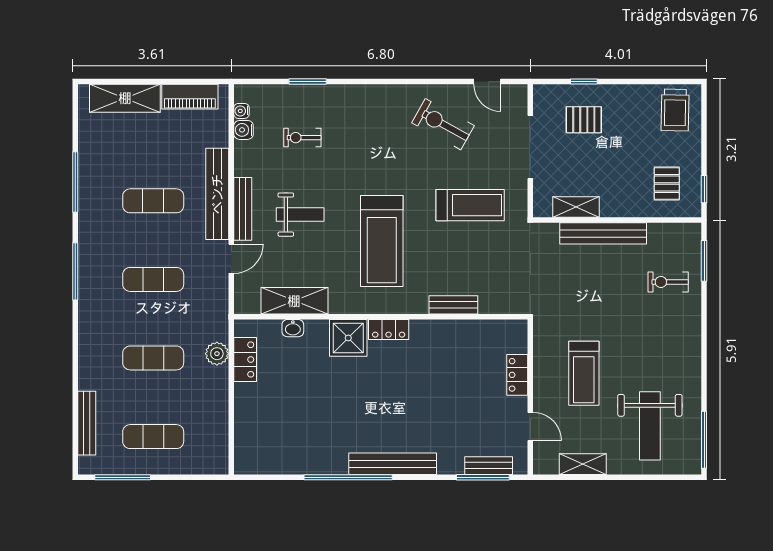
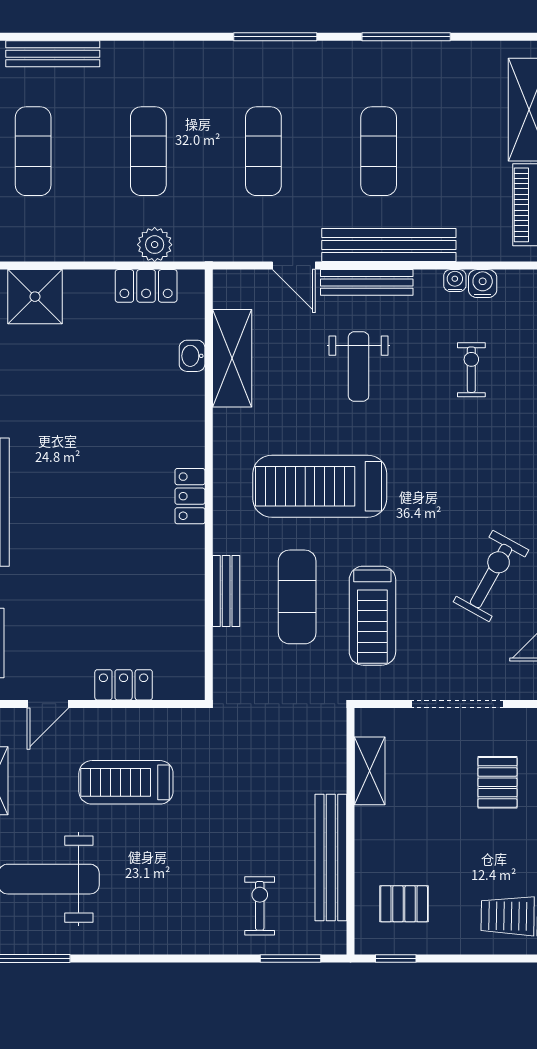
water cooler: (241, 111) -> (455, 281), moved
bench: (603, 233) -> (331, 857), moved
exercise mat: (457, 256) -> (297, 597), added
shower: (348, 338) -> (35, 297), moved

